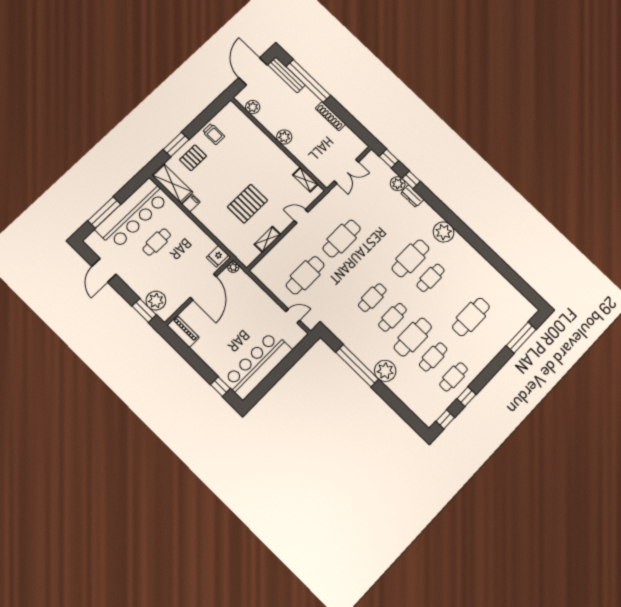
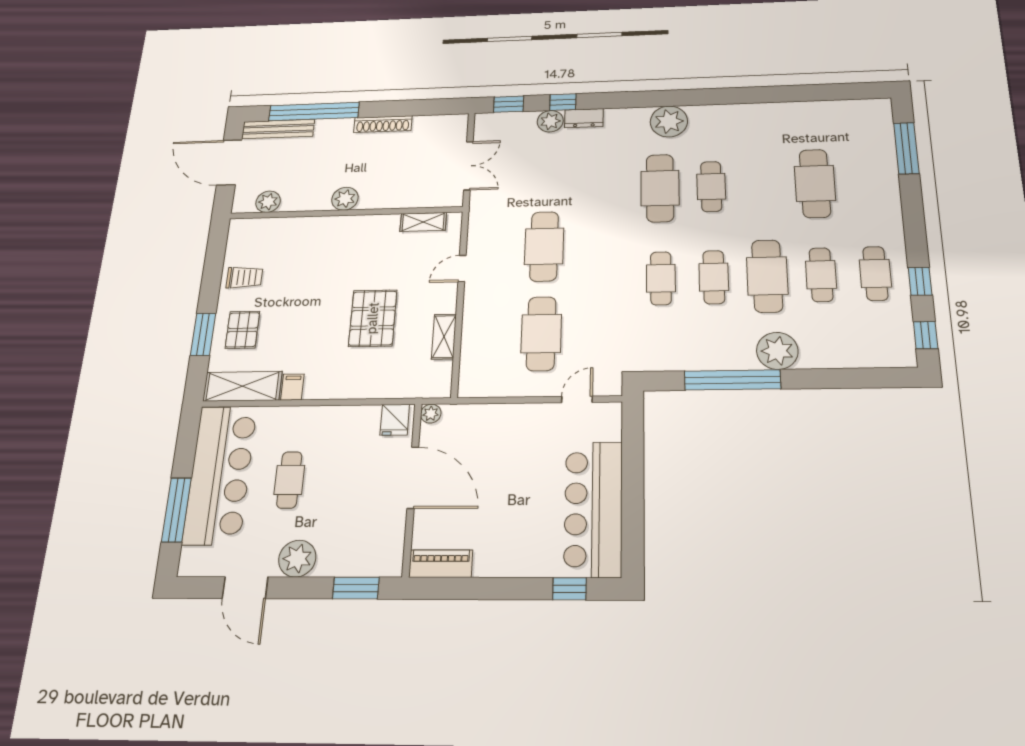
plant: (156, 301) -> (297, 559), moved

